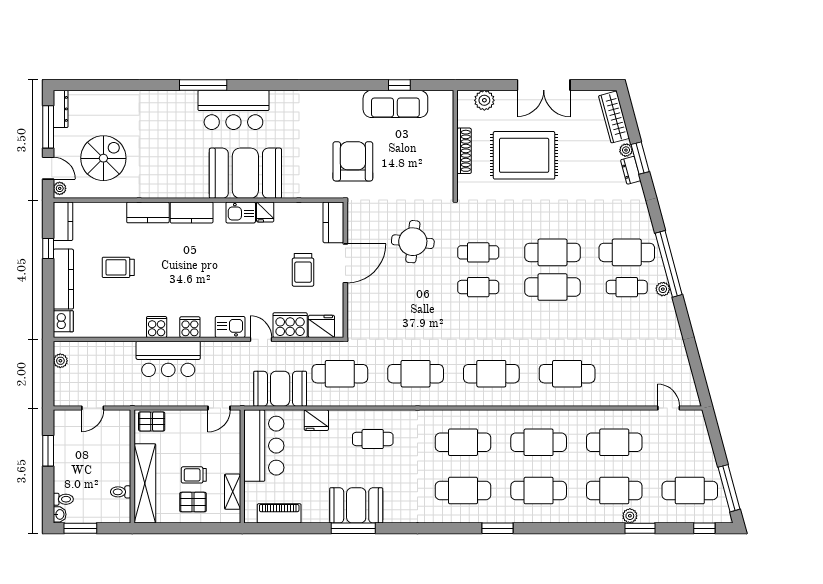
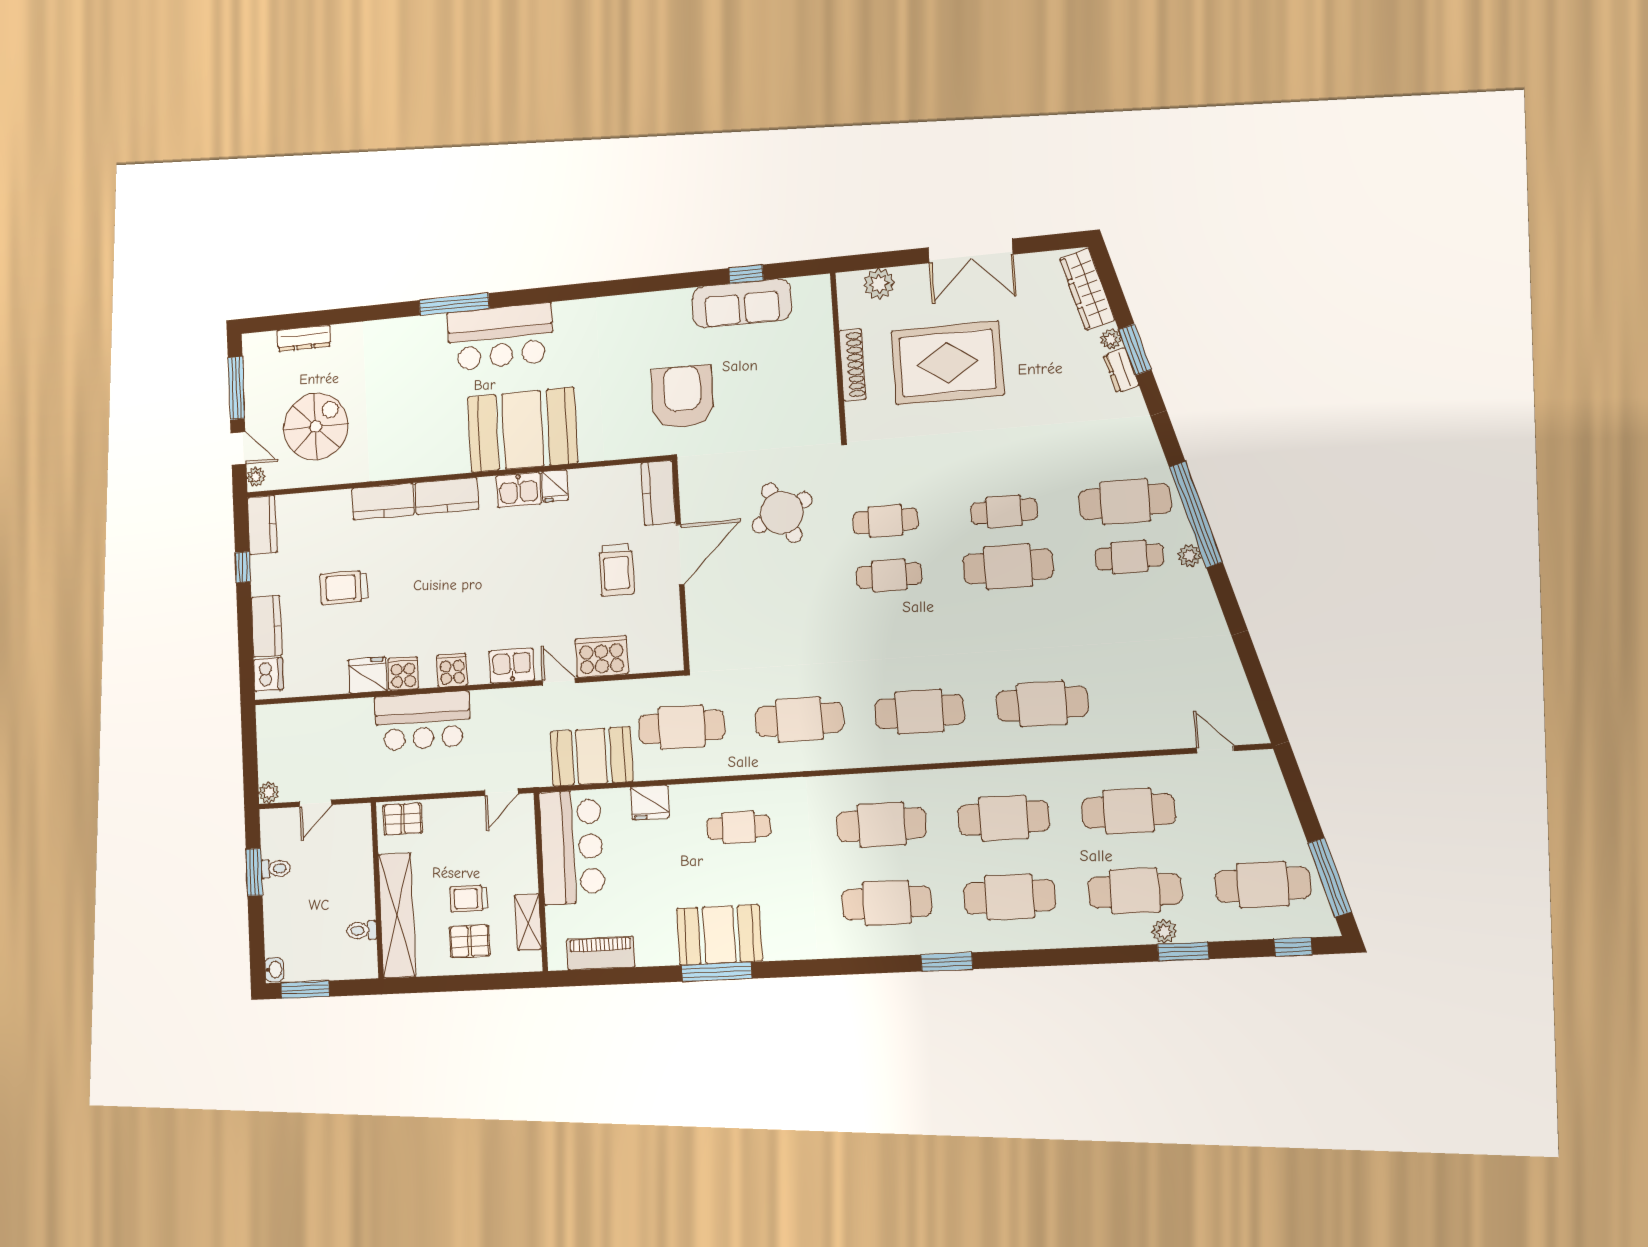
dresser: (61, 109) -> (304, 338), moved, turned 90
round table: (413, 242) -> (782, 513), turned -31
cafe table: (552, 252) -> (1004, 511), width x0.73, depth x0.74
kitchen counter: (63, 279) -> (267, 626), width x0.67
fridge: (321, 326) -> (368, 675), moved
plant: (60, 361) -> (269, 793), moved
toilet: (63, 499) -> (276, 869), moved

